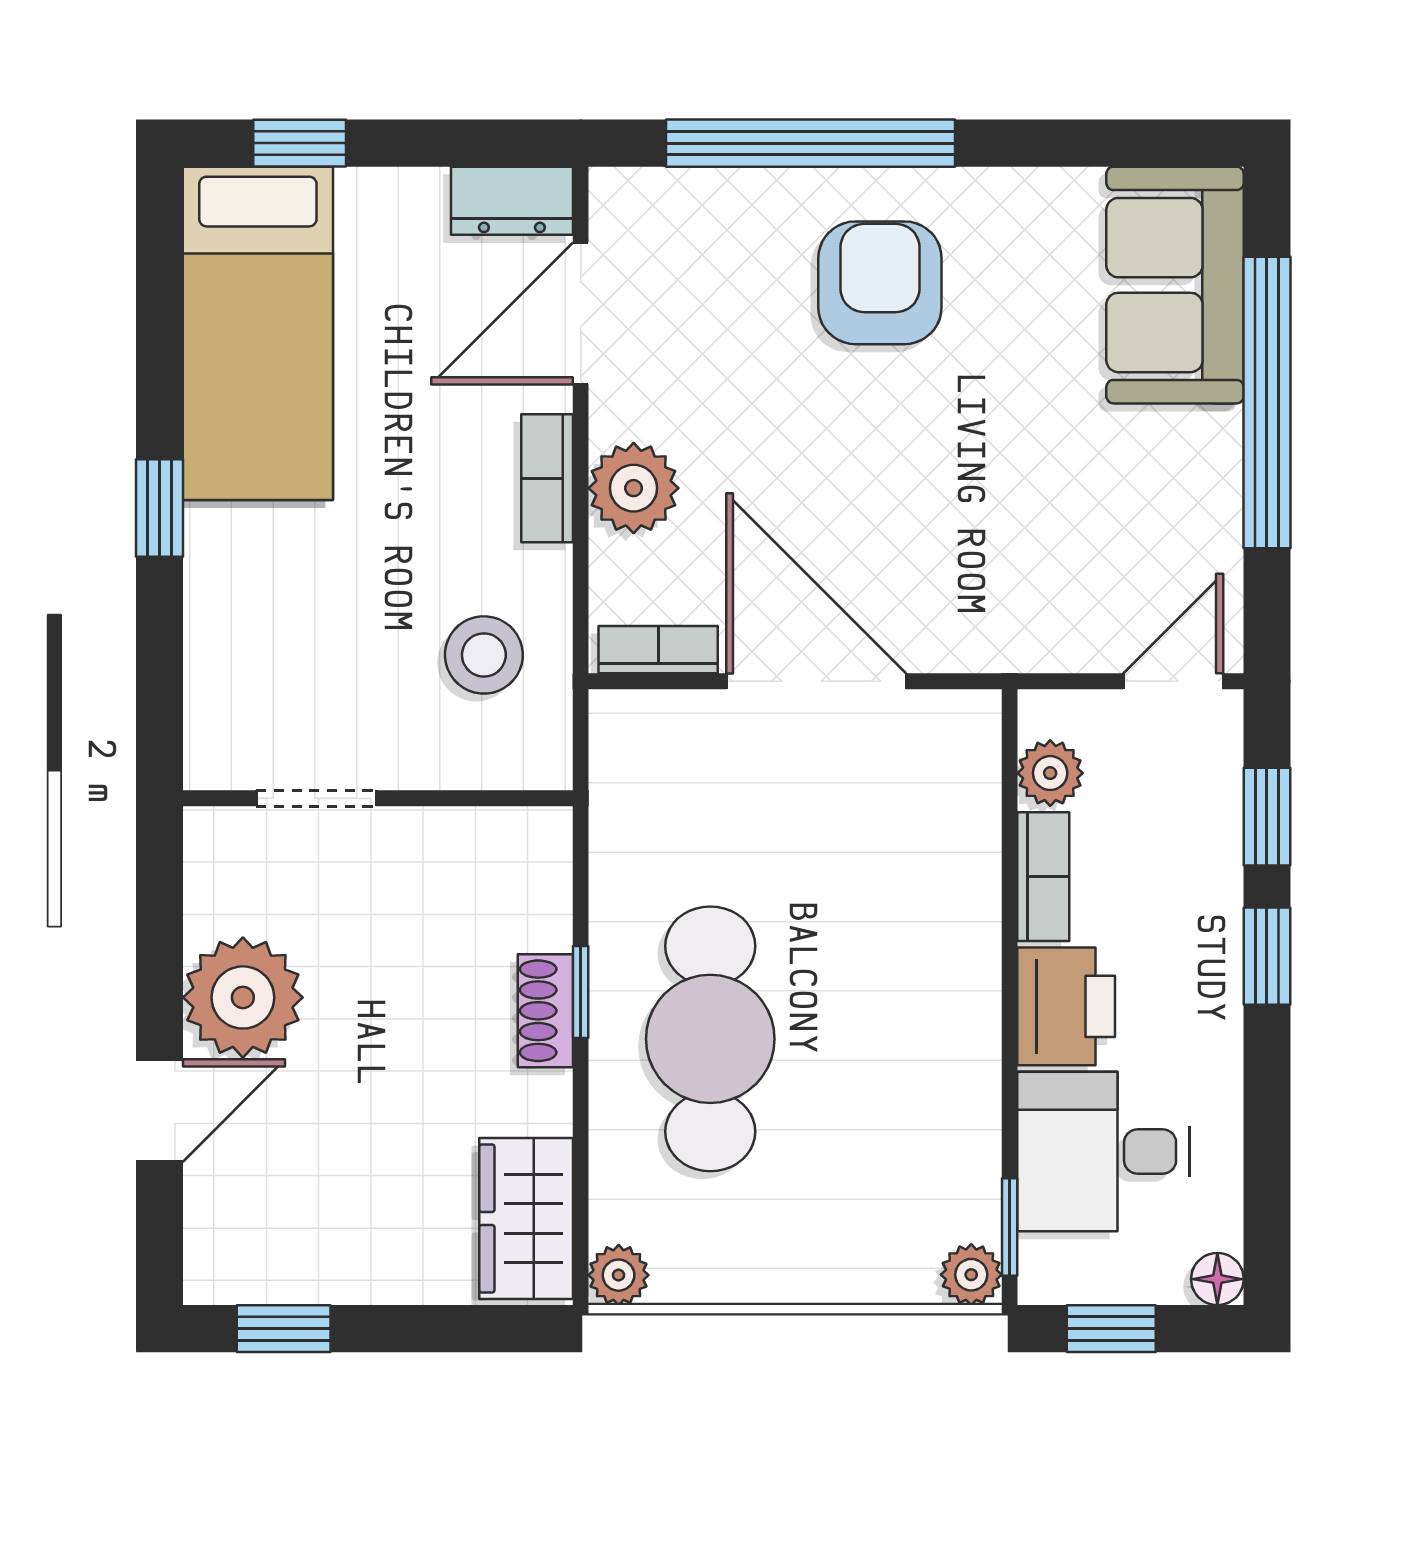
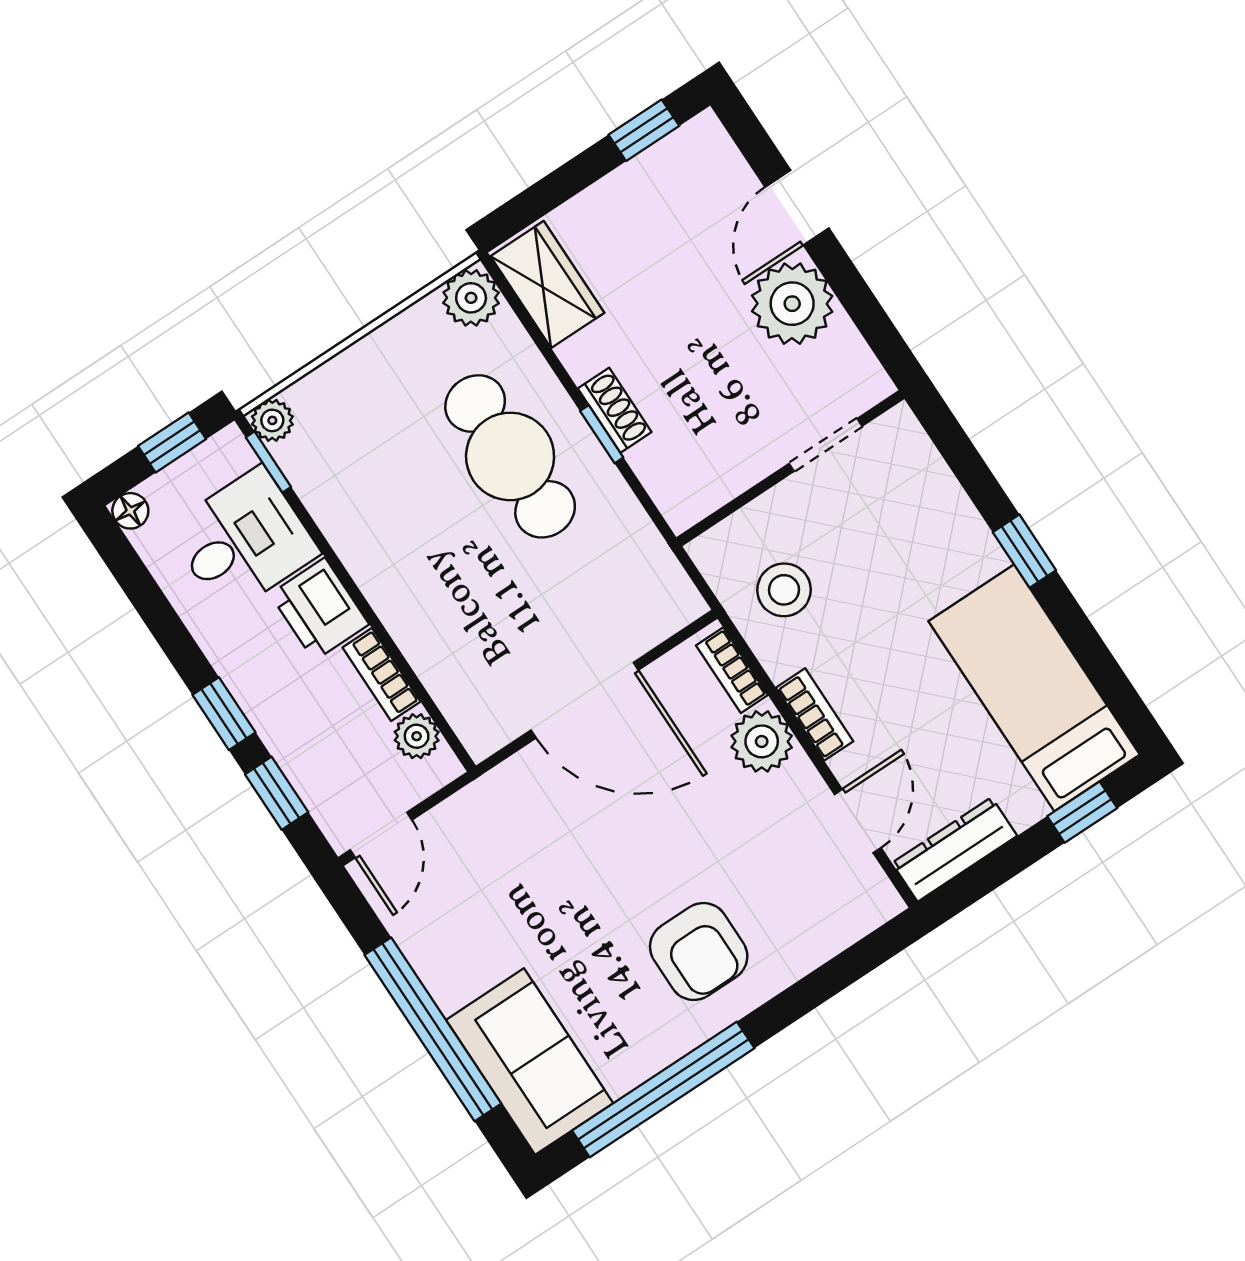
window: (811, 143) -> (663, 1089), moved
dresser: (512, 201) -> (955, 849), width x1.44
door: (581, 314) -> (858, 821), width x0.73
bookcase: (658, 650) -> (732, 670), moved, turned 90
plant: (619, 1275) -> (471, 298), width x1.38, depth x1.38

